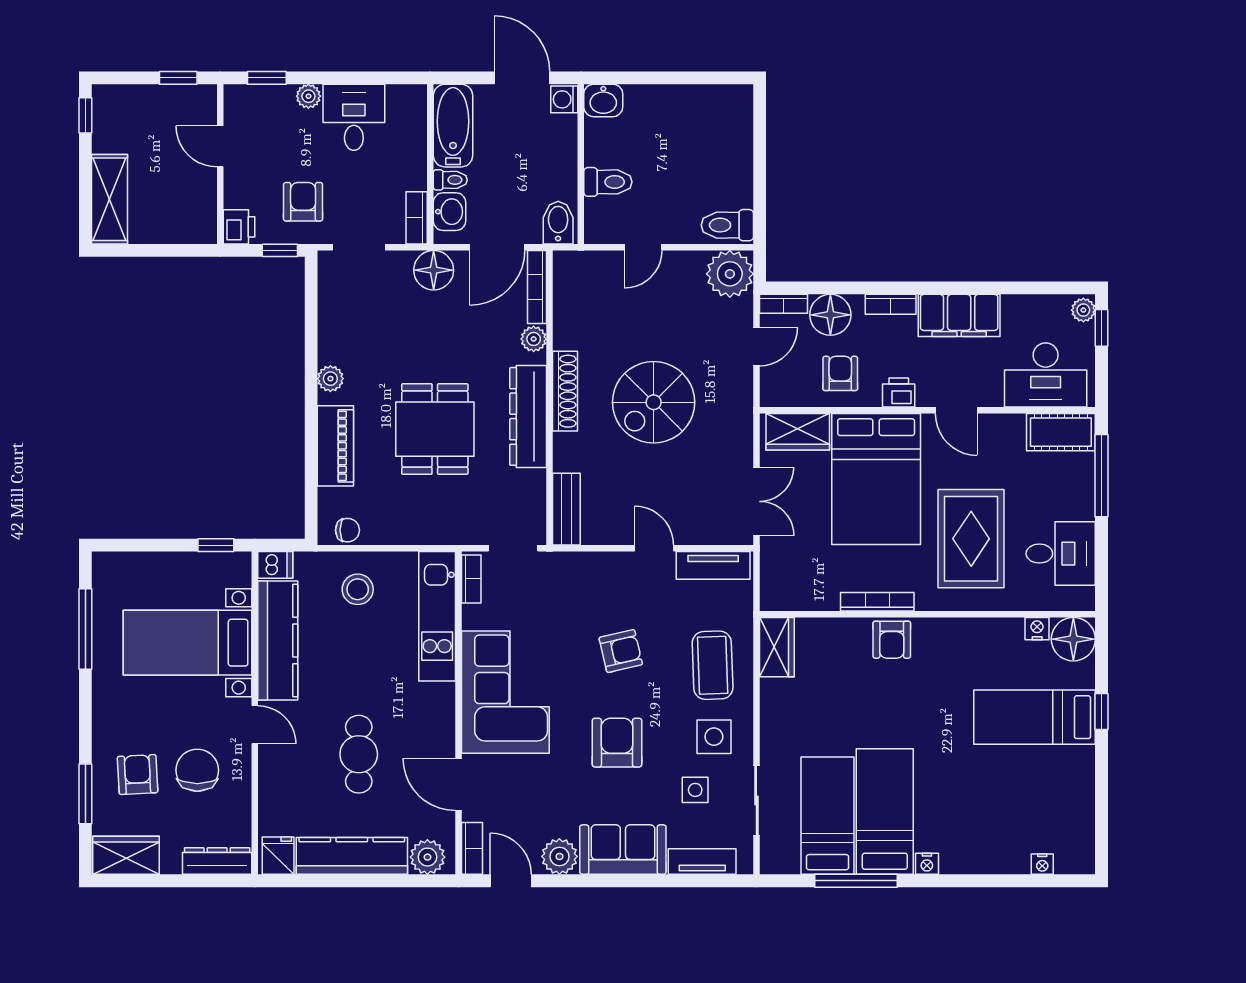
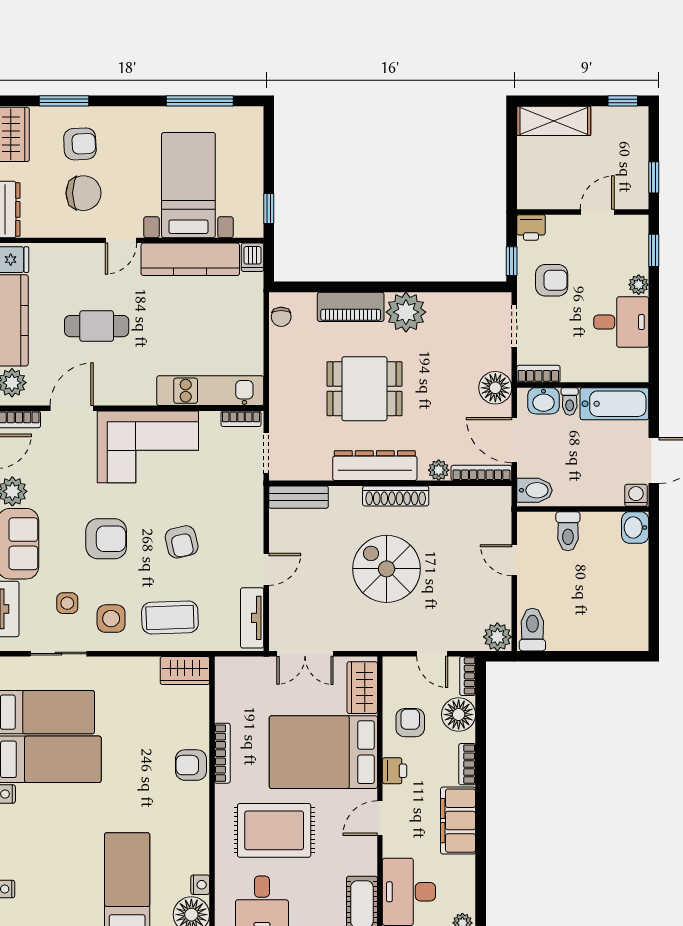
plant: (730, 274) -> (497, 637), width x0.73, depth x0.73
armchair: (840, 373) -> (410, 723), turned -90
plant: (330, 379) -> (406, 312), width x1.88, depth x1.88
stool: (358, 589) -> (232, 325), removed

